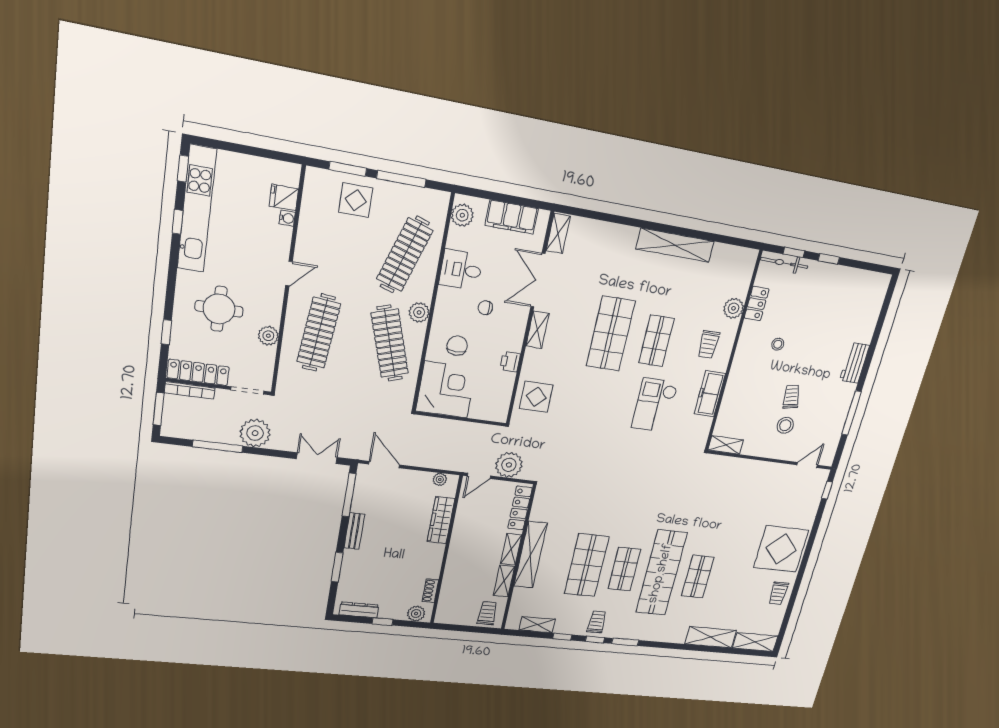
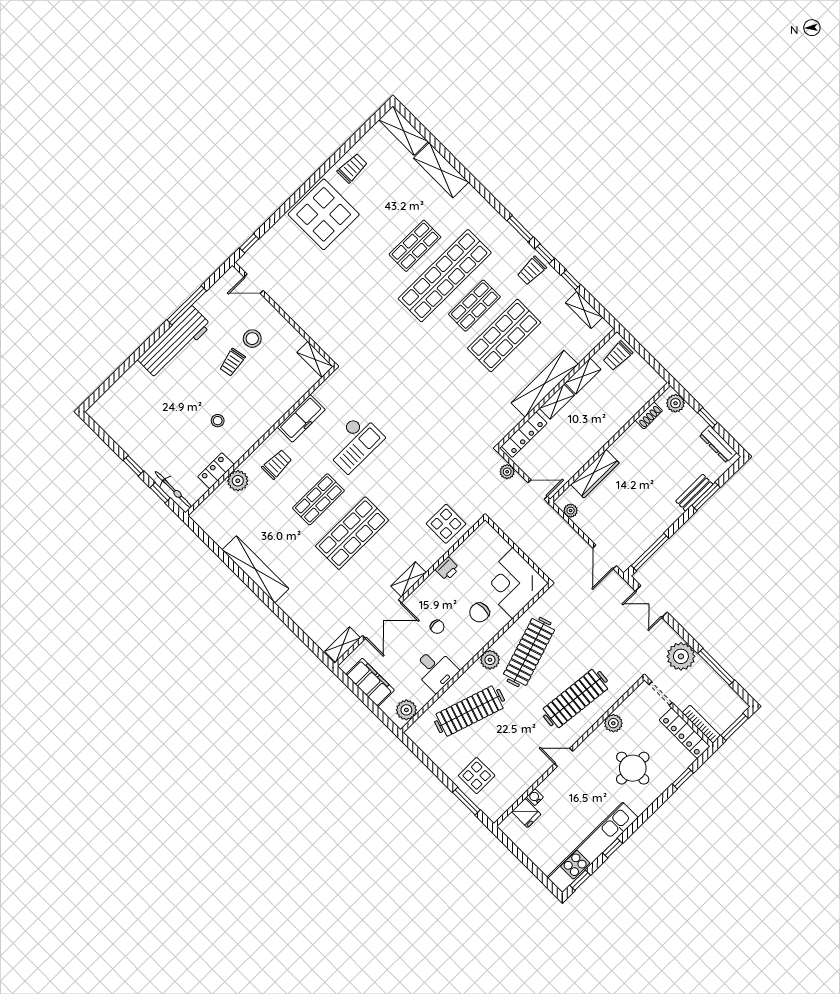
window: (401, 179) -> (433, 767), removed
workbench: (855, 363) -> (174, 342), width x1.88, depth x1.32
plant: (509, 465) -> (507, 472), width x0.53, depth x0.53
bench: (354, 531) -> (694, 493), moved

